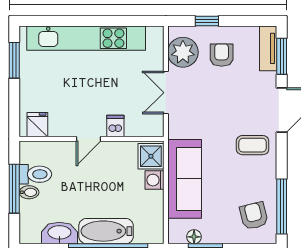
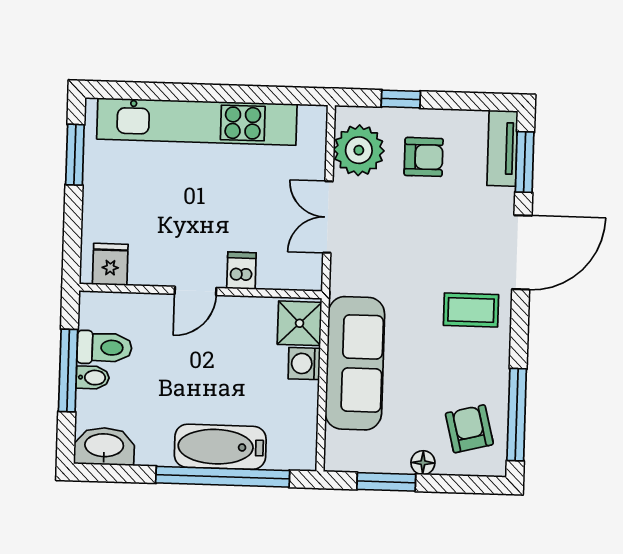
armchair: (222, 55) -> (424, 157), turned 90
washbasin: (59, 233) -> (104, 446), moved
floor lamp: (194, 237) -> (423, 463), moved

